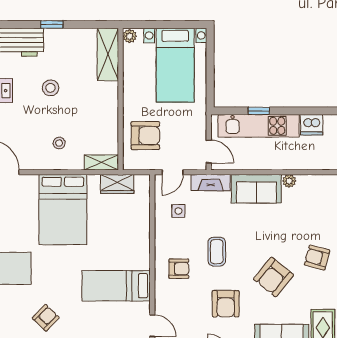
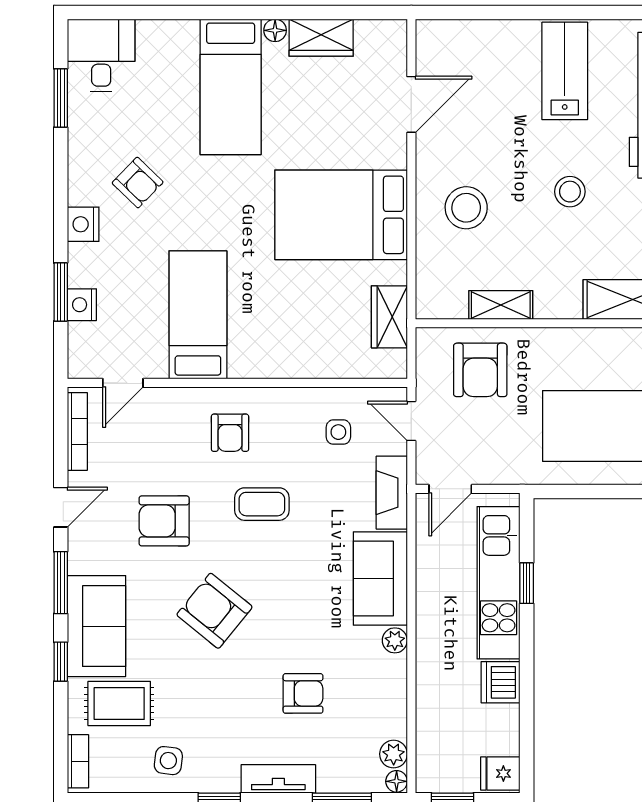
stool: (59, 143) -> (466, 208), width x1.89, depth x1.89
shelving: (101, 162) -> (501, 305), moved, turned 90
armchair: (317, 258) -> (303, 693), moved, turned 75

